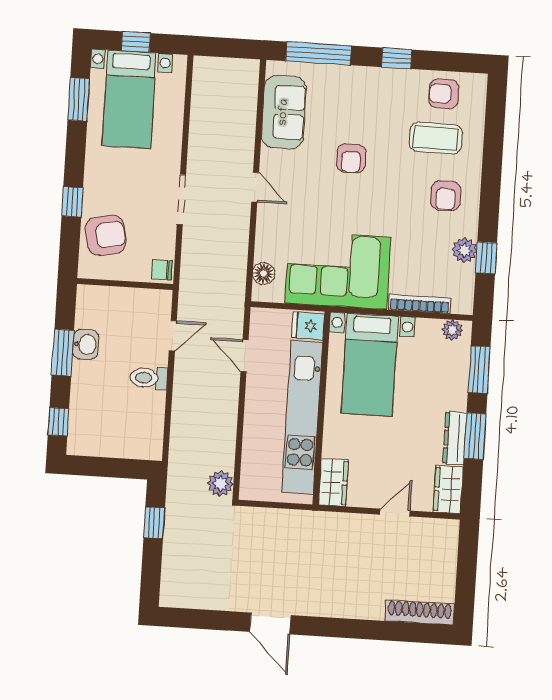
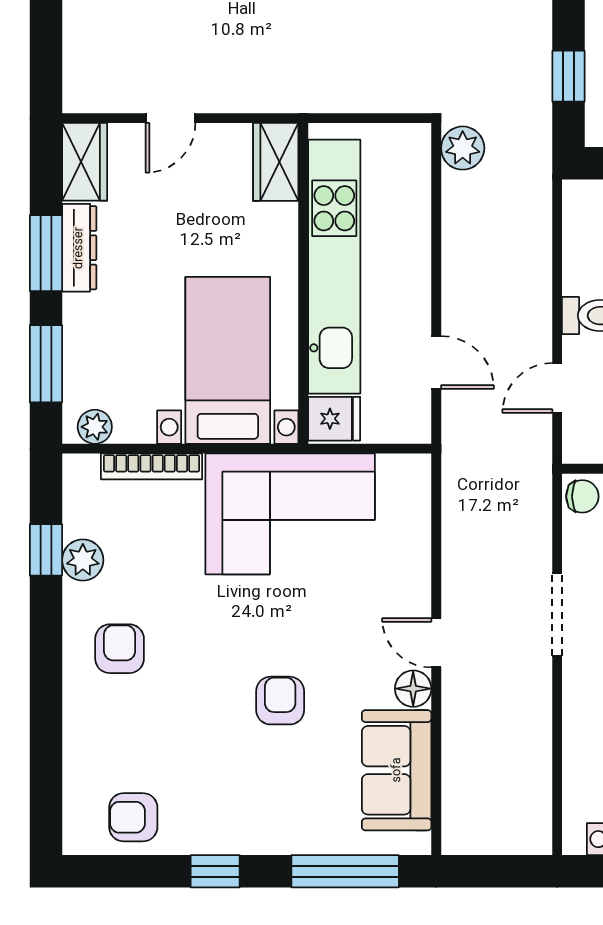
armchair: (444, 94) -> (133, 817), turned 180
coffee table: (436, 138) -> (142, 743), removed
floor lamp: (264, 274) -> (413, 689), moved

